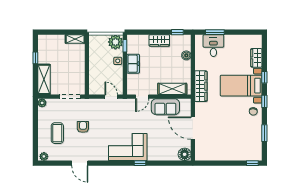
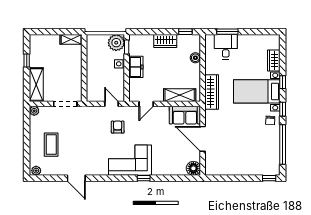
sofa: (165, 107) -> (185, 115), moved
armchair: (83, 127) -> (118, 127), moved
window: (264, 133) -> (283, 145), width x2.11

